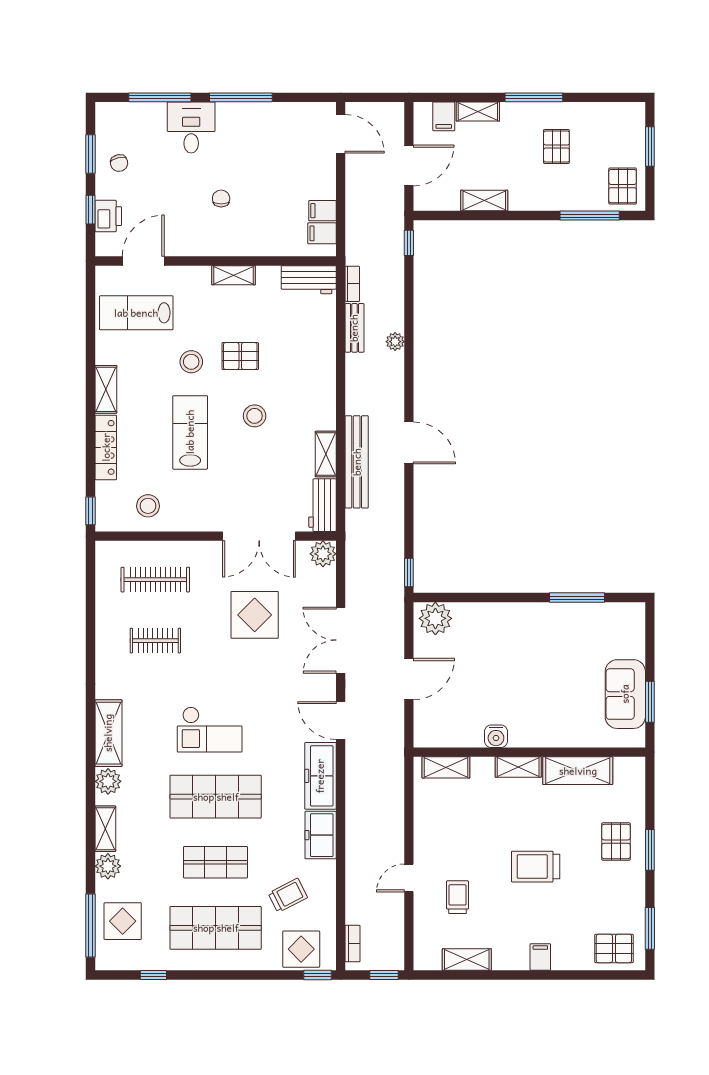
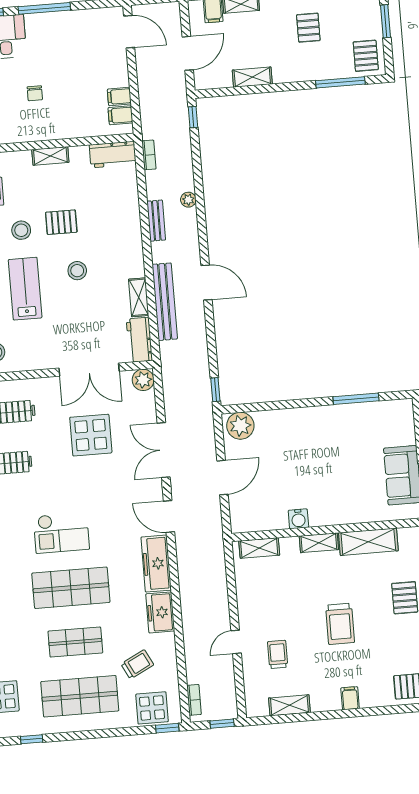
chair: (221, 198) -> (35, 93), turned 180
bench: (354, 328) -> (156, 221), moved
trolley: (536, 867) -> (340, 624), turned -90

